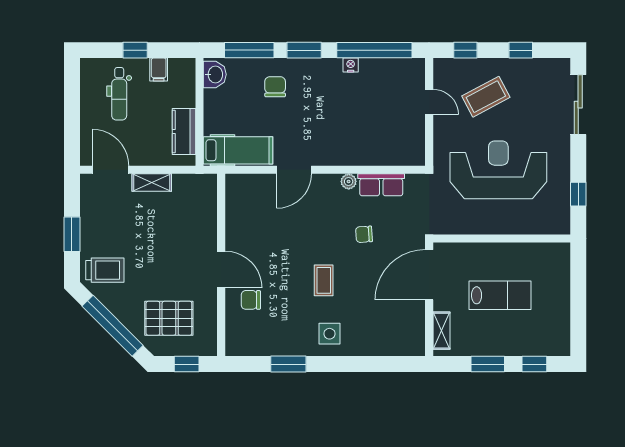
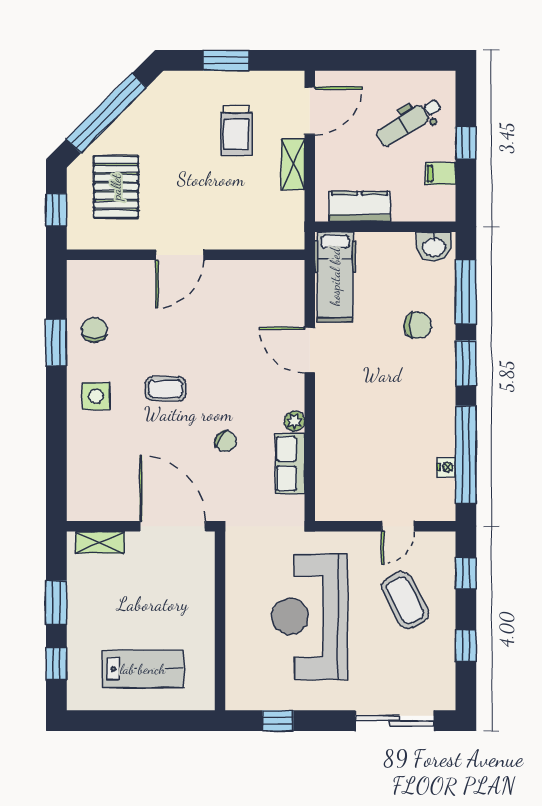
nightstand: (351, 65) -> (446, 467), moved
dental chair: (119, 94) -> (409, 122), turned -32
reception desk: (498, 170) -> (310, 617), turned 180
chair: (364, 234) -> (226, 441), turned 129
trolley: (105, 270) -> (236, 131), moved
lab bench: (500, 295) -> (143, 669), moved, turned -90
chair: (251, 300) -> (94, 330), moved

